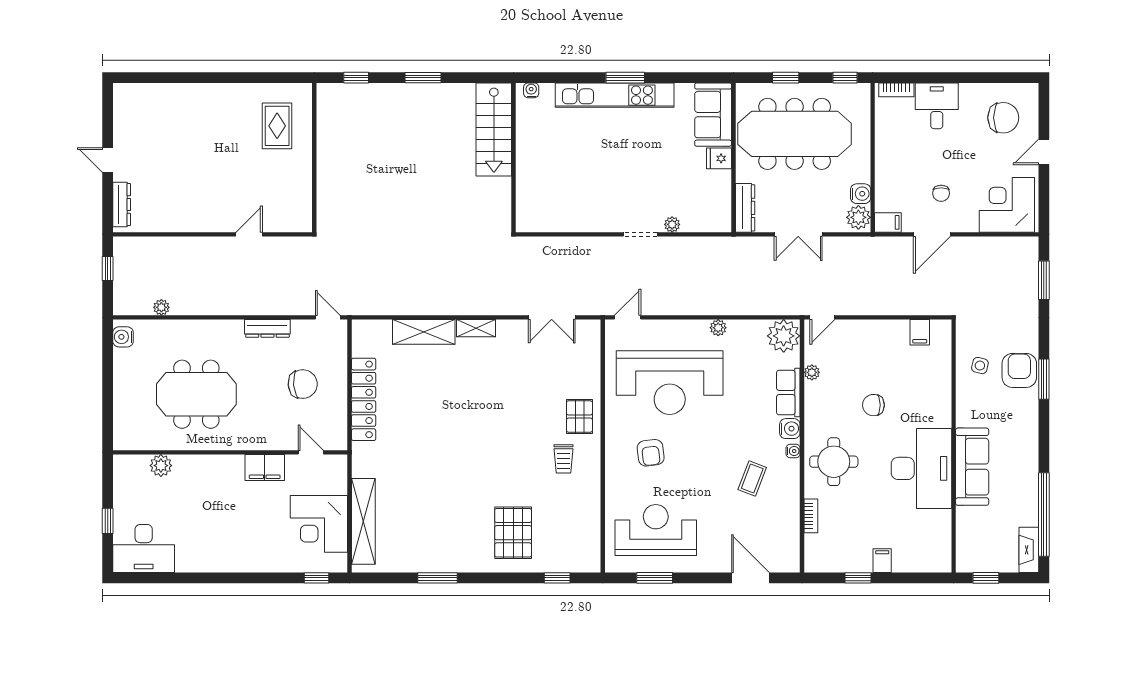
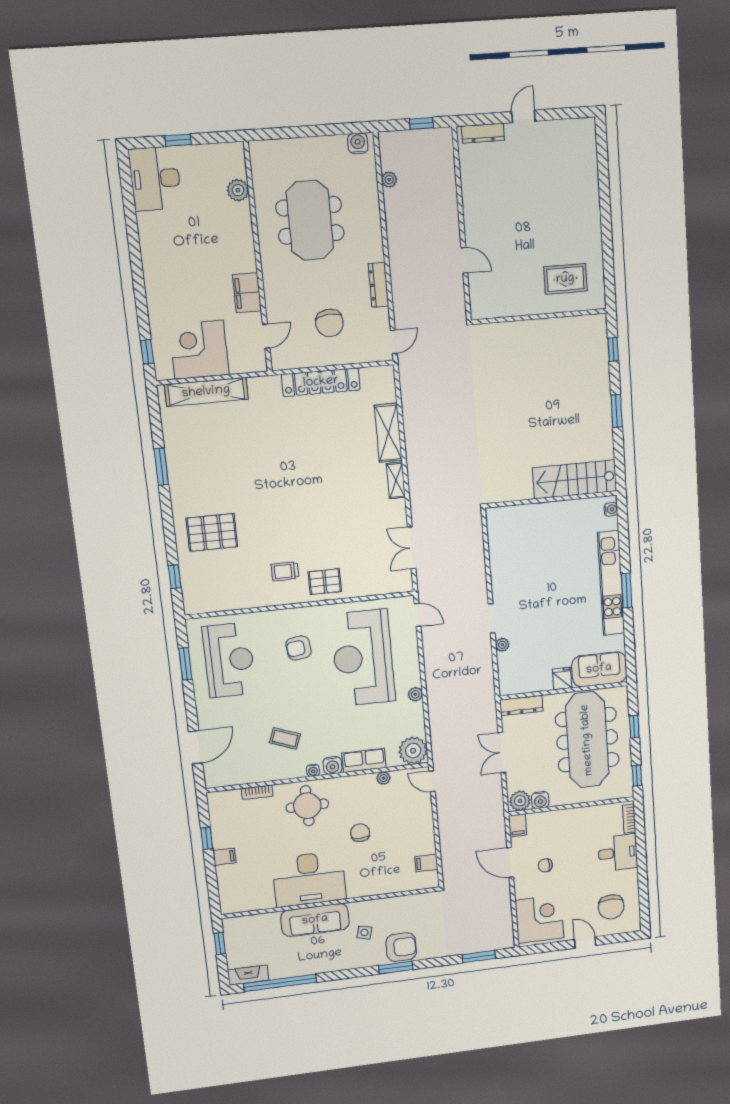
side table: (980, 366) -> (364, 932), moved

